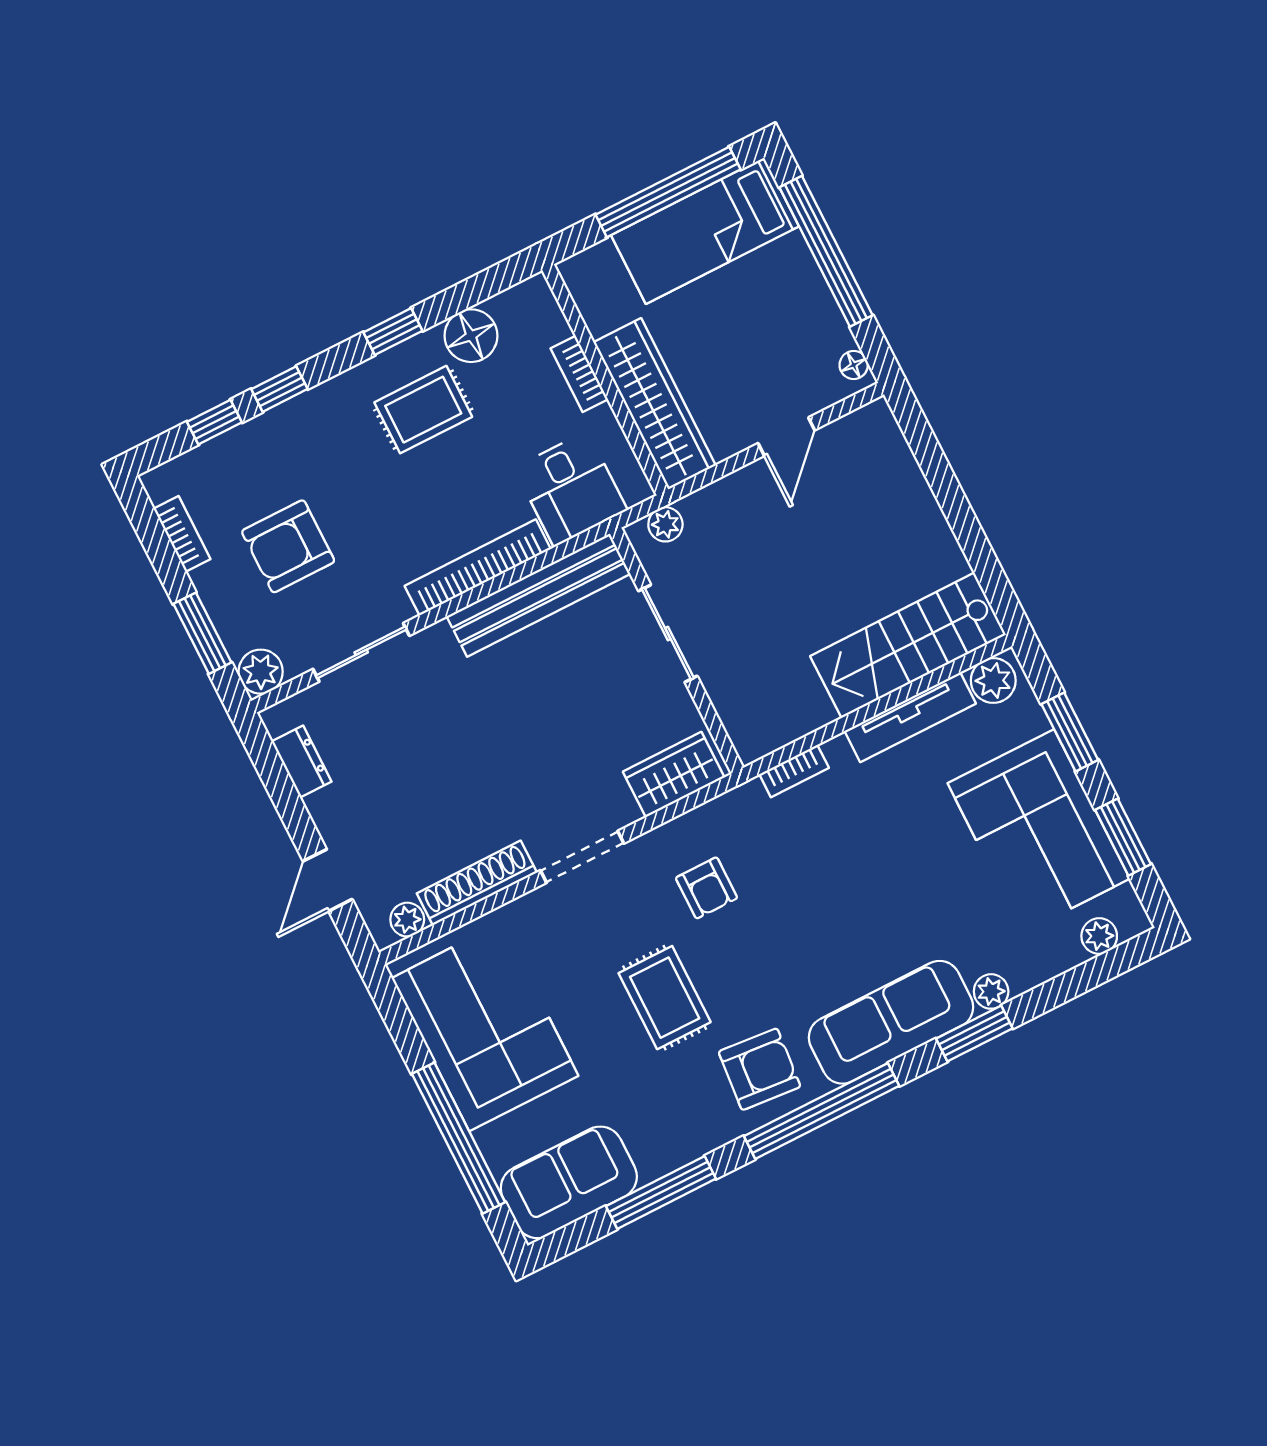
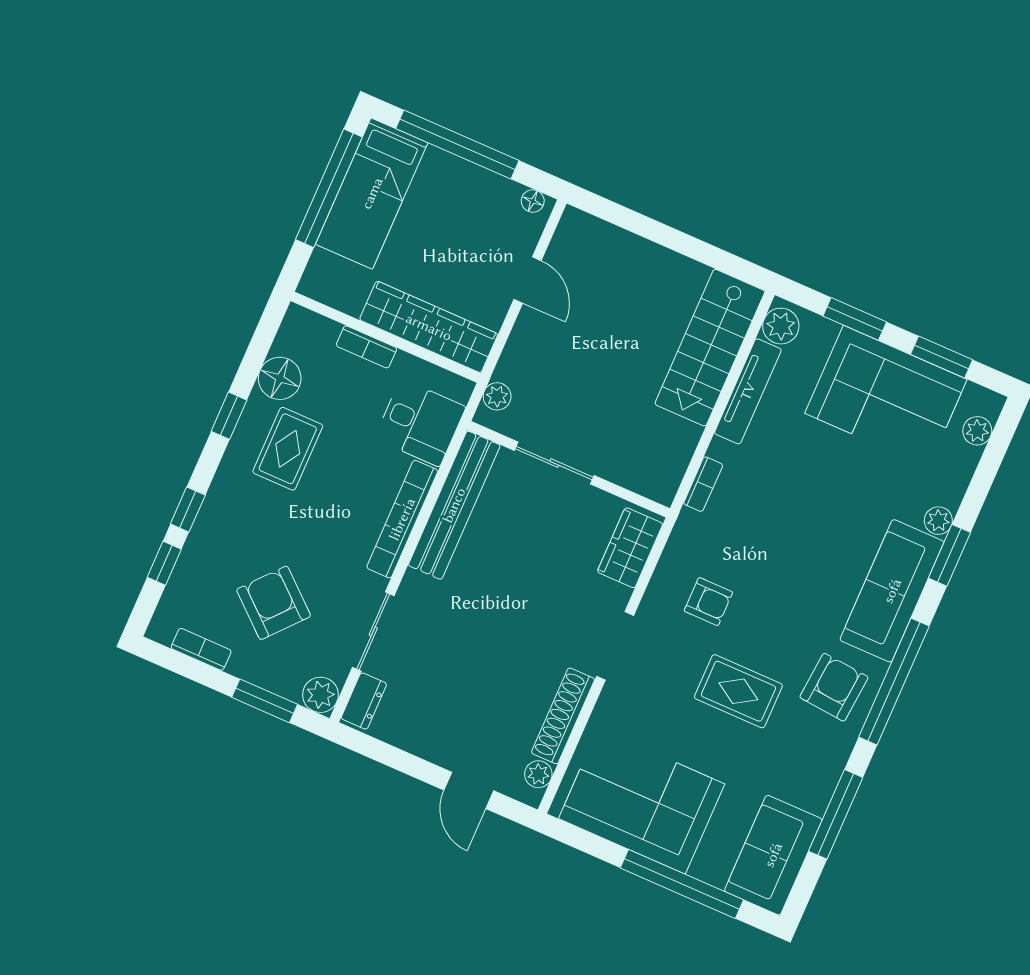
armchair: (288, 546) -> (274, 603), turned 131
dresser: (302, 761) -> (364, 701), moved, turned 90

